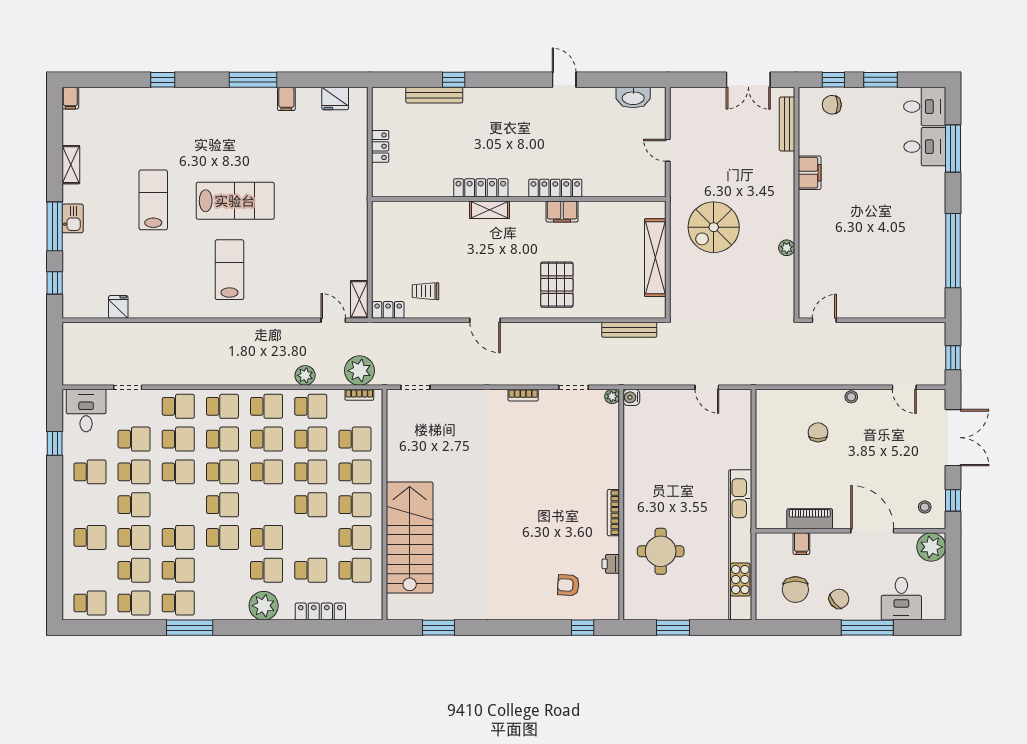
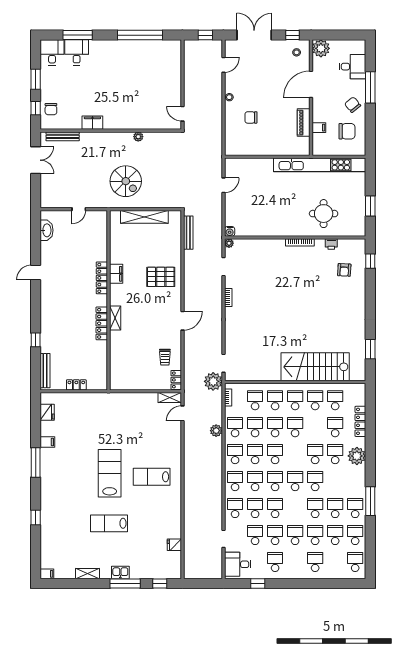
bench: (434, 95) -> (45, 371), moved
plant: (360, 371) -> (213, 381), moved

